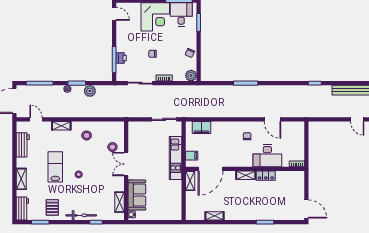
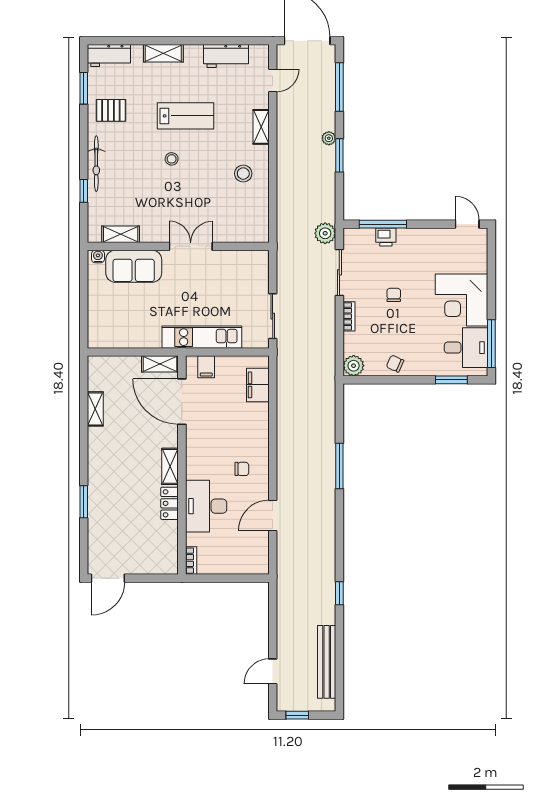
door: (114, 14) -> (467, 224), swing flipped
plant: (90, 91) -> (325, 233), moved
stool: (112, 147) -> (222, 221), removed

